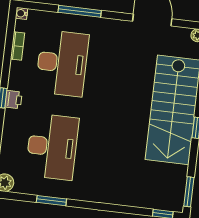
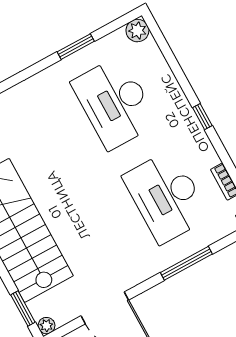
printer: (13, 100) -> (190, 123), removed

